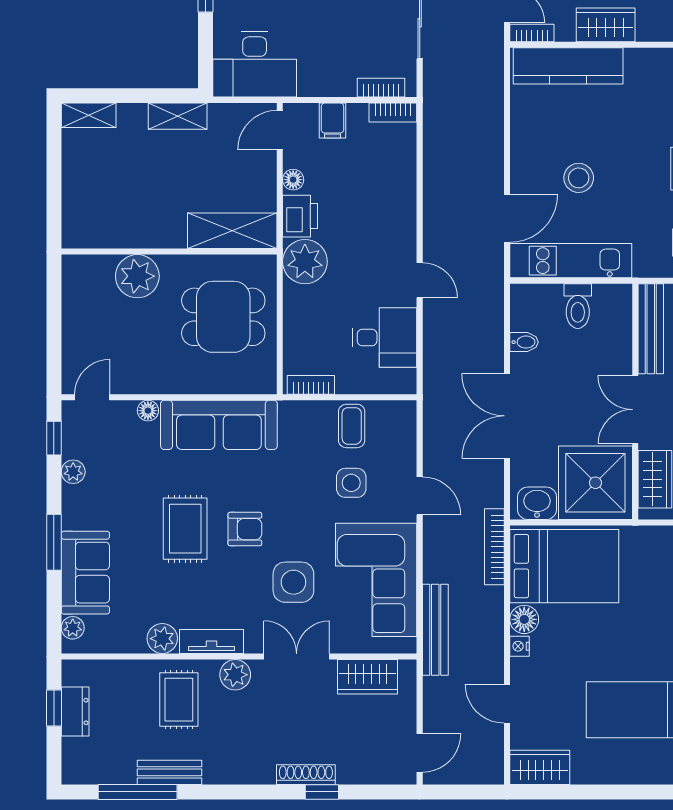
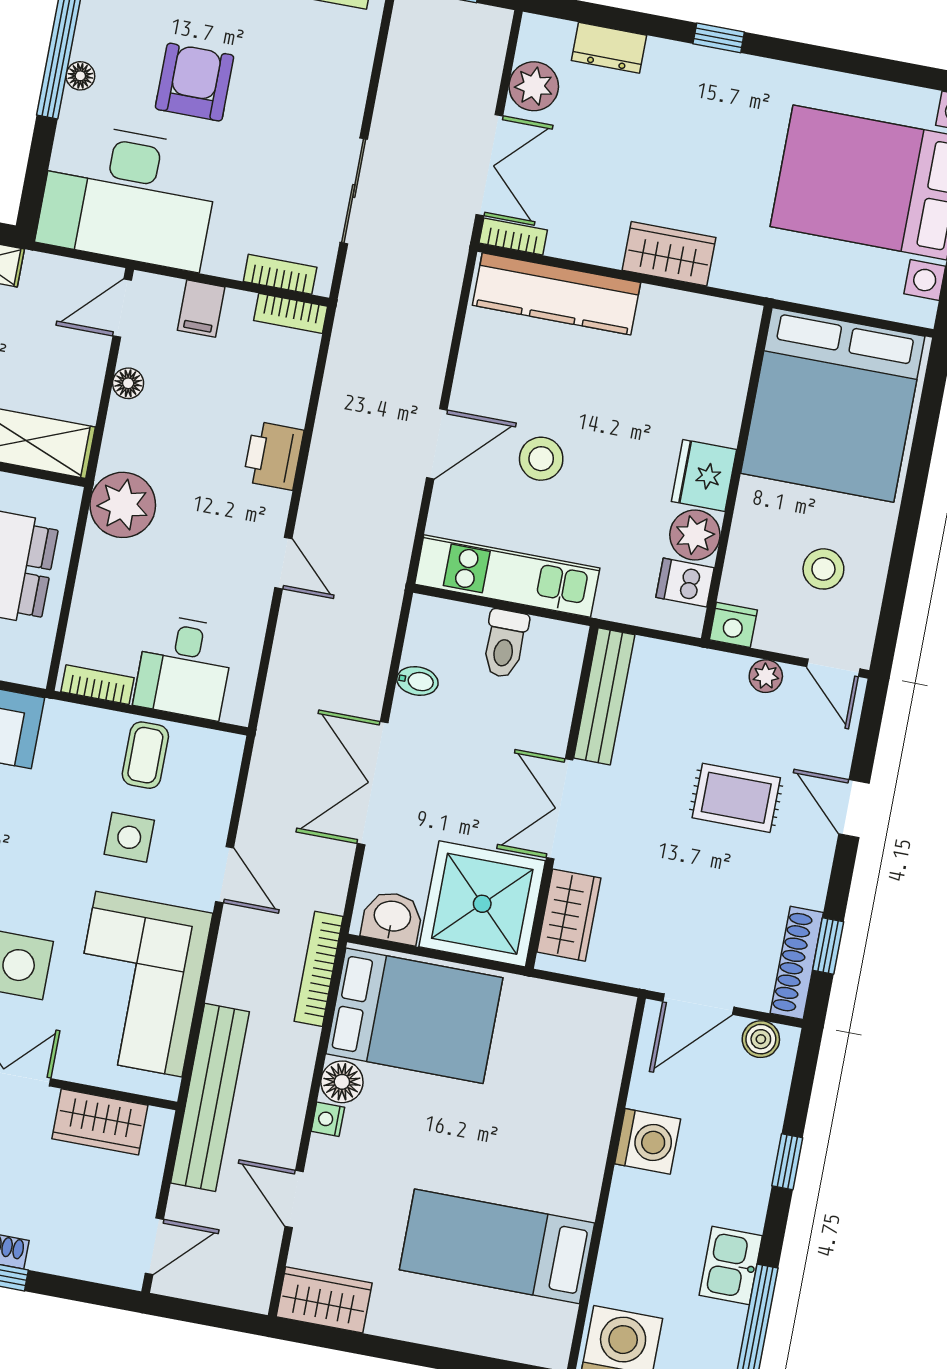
wardrobe: (606, 25) -> (669, 254), moved
desk: (255, 64) -> (128, 196), width x1.36, depth x1.30
printer: (300, 216) -> (273, 456), moved, turned 180
door: (507, 218) -> (437, 444), moved
desk: (384, 337) -> (184, 667), moved, turned 90
bench: (435, 630) -> (210, 1097), width x1.37, depth x1.21

